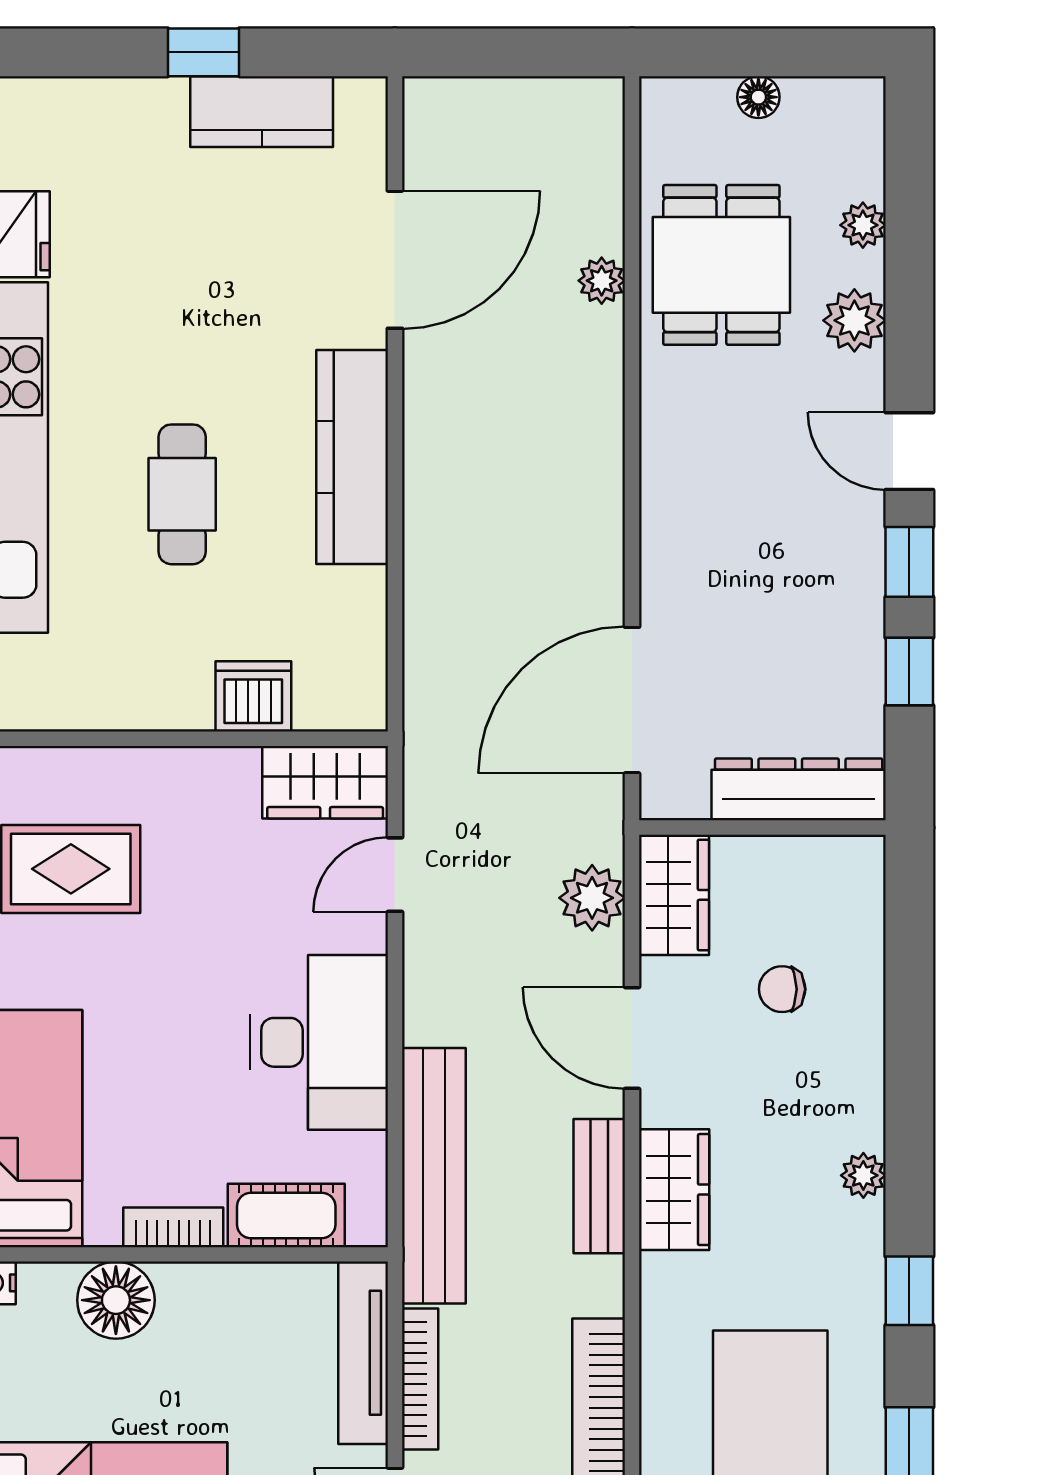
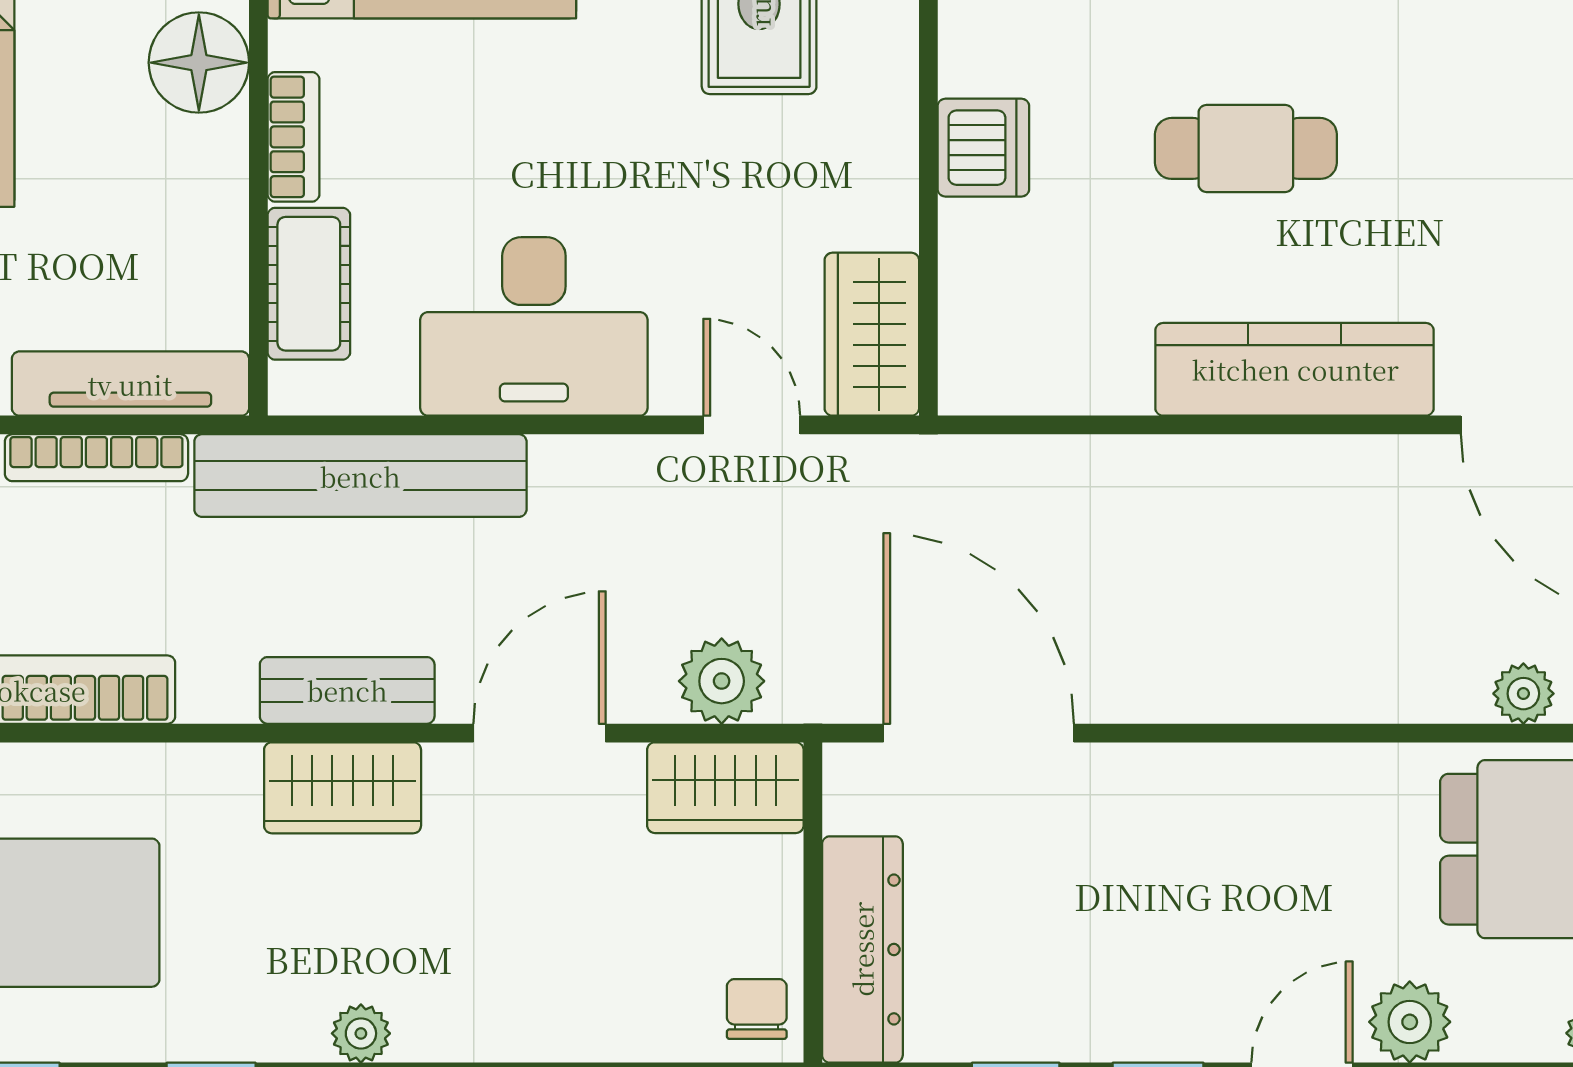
plant: (854, 320) -> (1410, 1022), moved
dishwasher: (253, 696) -> (983, 148), moved
chair: (782, 989) -> (757, 1009), moved

